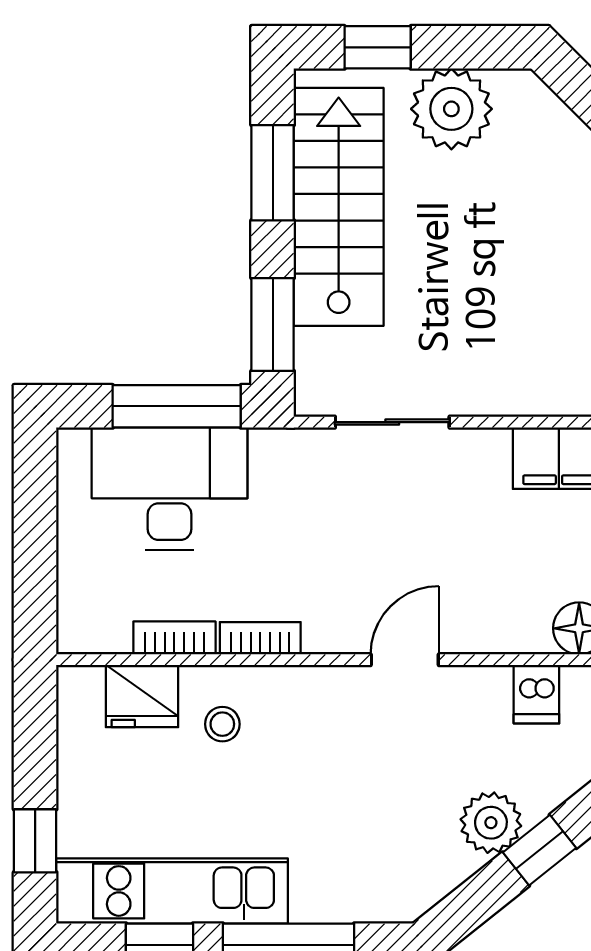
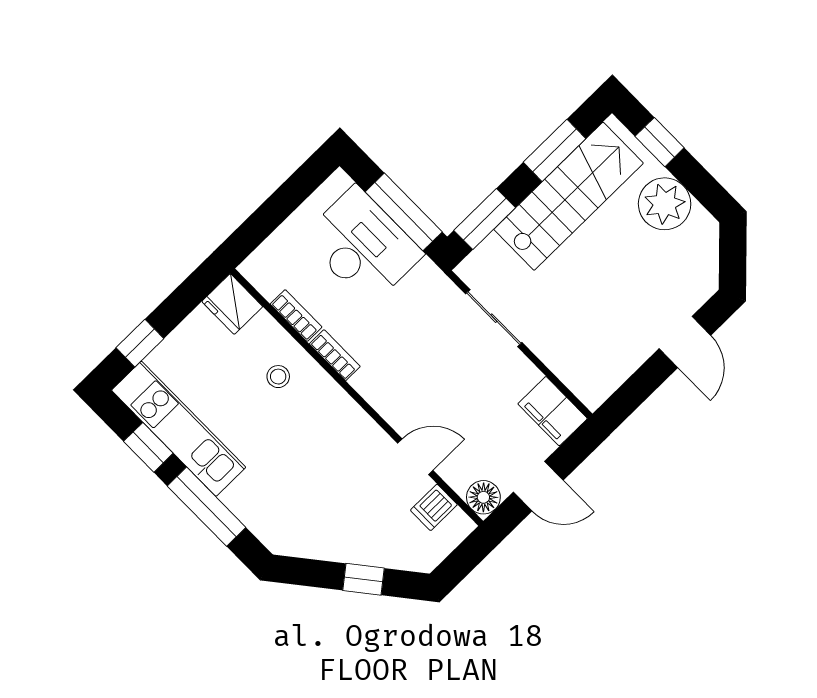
door: (405, 660) -> (415, 457), moved
fridge: (142, 696) -> (232, 304), moved
plant: (491, 823) -> (354, 545), removed

